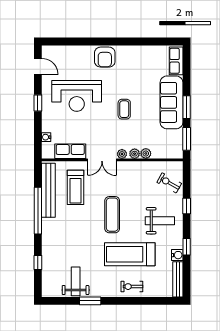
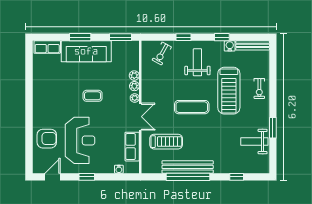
armchair: (105, 57) -> (47, 139), moved
window: (187, 107) -> (80, 37), moved
bench: (48, 190) -> (188, 167), moved

